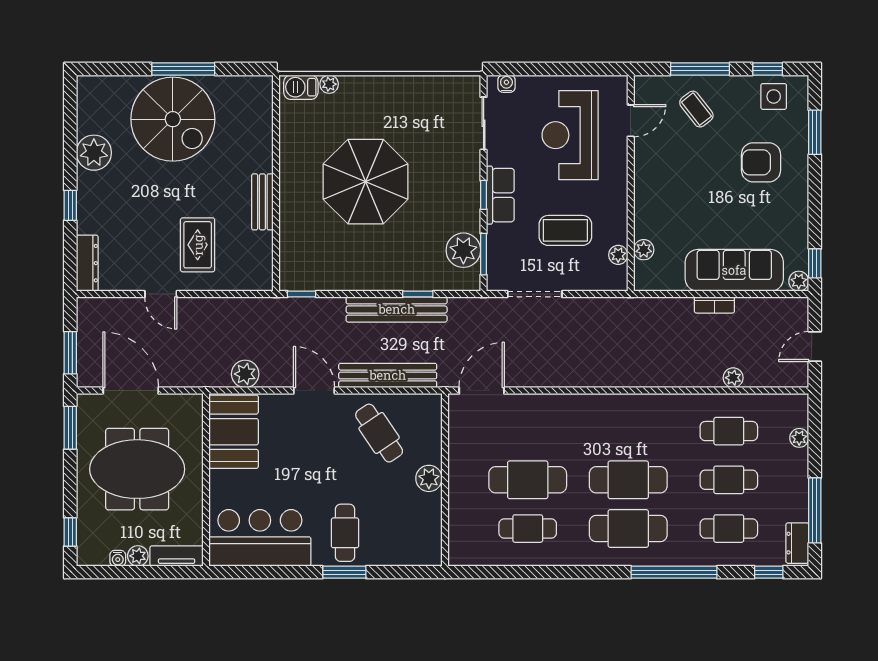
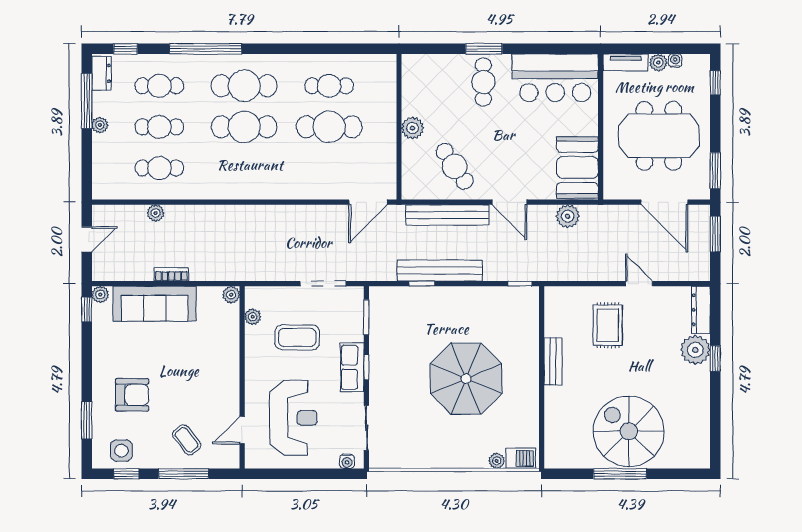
plant: (94, 153) -> (695, 350), moved
plant: (463, 250) -> (383, 321), removed
plant: (644, 250) -> (231, 295), moved
plant: (799, 438) -> (100, 125), moved

